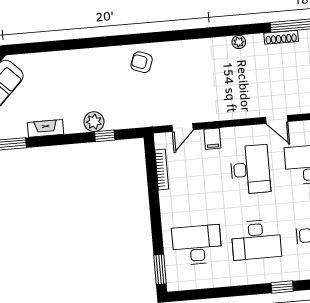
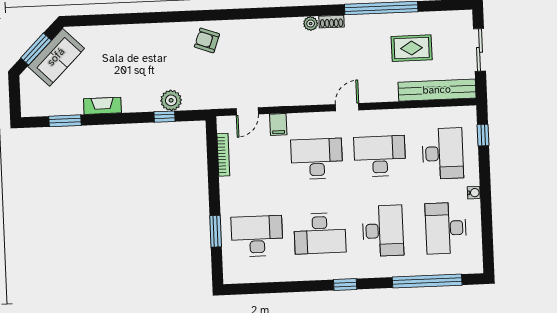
shoe rack: (281, 37) -> (332, 22), moved, width x0.70
door: (277, 119) -> (347, 107), swing flipped
plant: (94, 122) -> (171, 100), moved
desk: (250, 169) -> (317, 159), turned -90
window: (160, 269) -> (216, 231), moved

